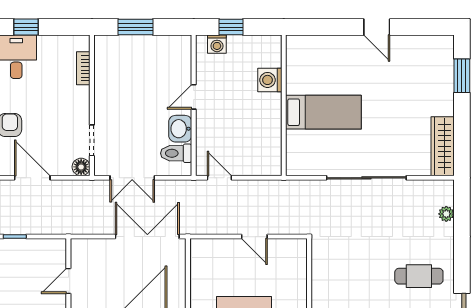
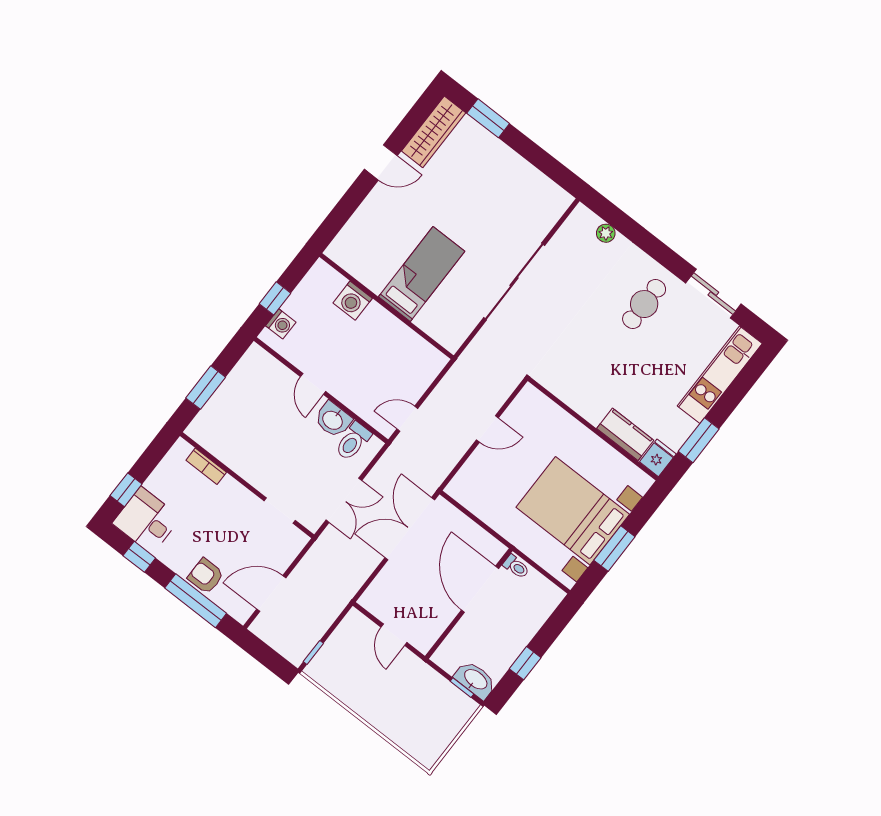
wardrobe: (443, 146) -> (434, 132), moved, turned -90
floor lamp: (81, 167) -> (297, 540), removed

